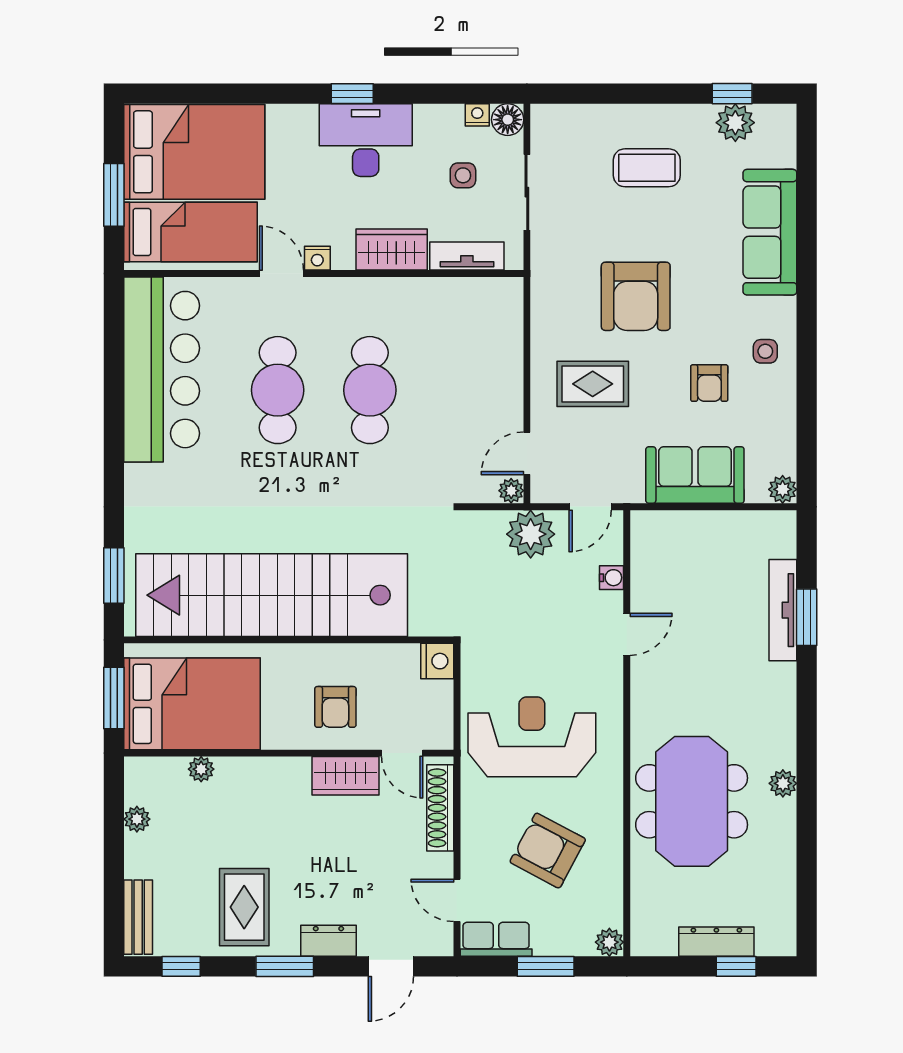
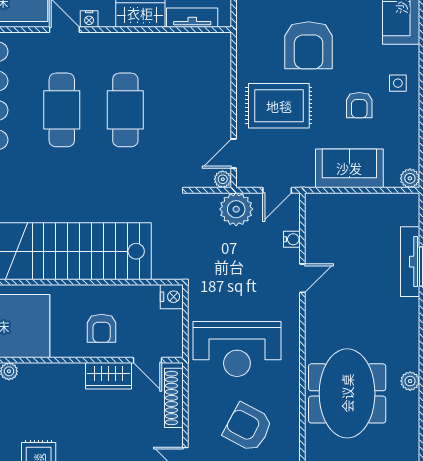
rug: (593, 384) -> (279, 106), width x1.36, depth x1.43
reception desk: (532, 737) -> (237, 349), turned 180

